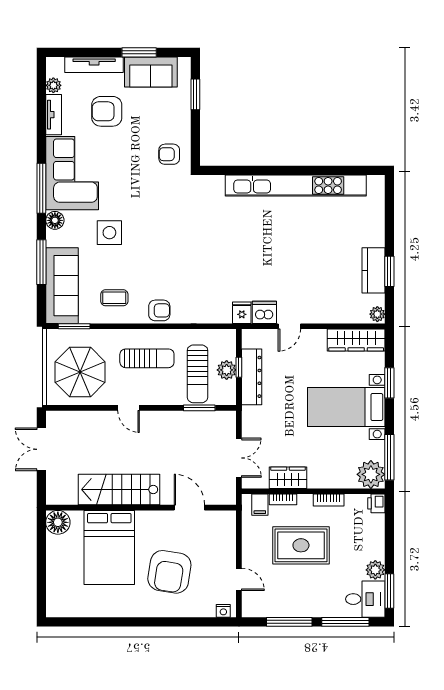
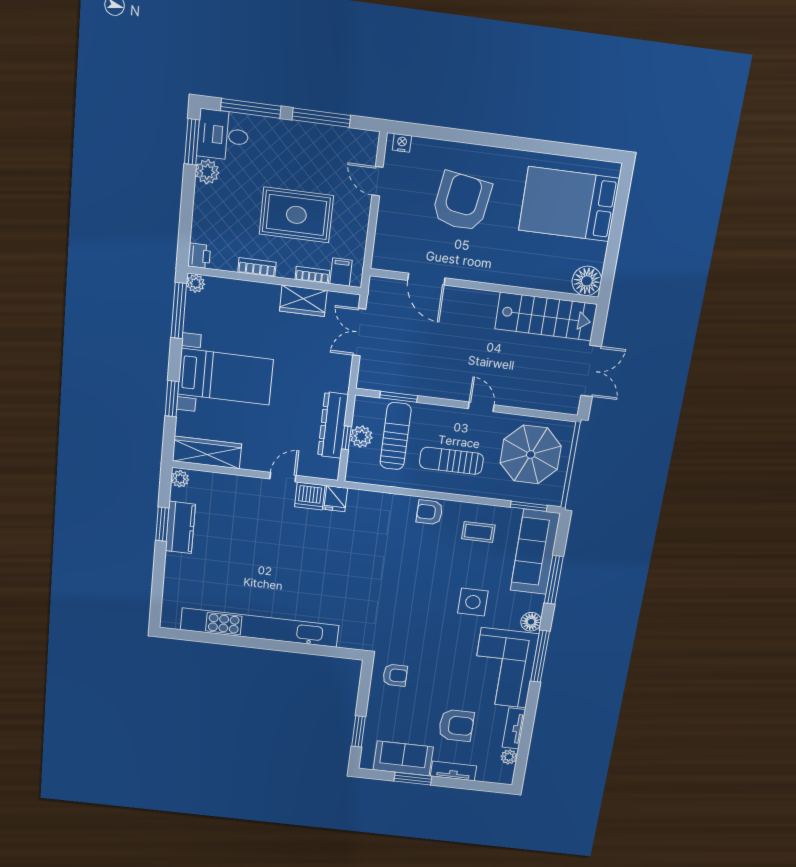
tv unit: (94, 65) -> (453, 771), width x0.71
plant: (371, 474) -> (196, 283), width x0.53, depth x0.53
stairs: (119, 489) -> (546, 317), moved
bed: (109, 547) -> (569, 204), moved, turned -90

